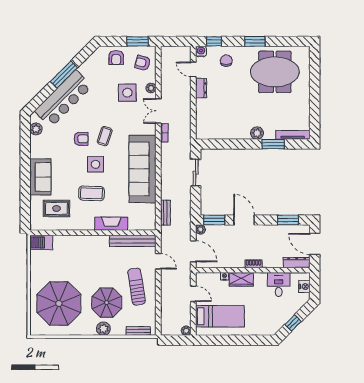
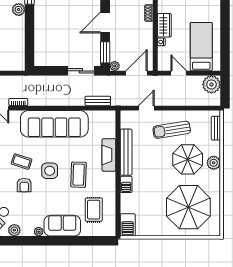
armchair: (81, 139) -> (24, 185), turned 180
plant: (34, 153) -> (39, 232), added
sliding door: (196, 173) -> (81, 71), moved
barbecue: (82, 241) -> (126, 184), added
bench: (133, 241) -> (126, 152), moved
door: (193, 294) -> (179, 73), hinge flipped
plant: (186, 331) -> (211, 84), width x1.88, depth x1.88

